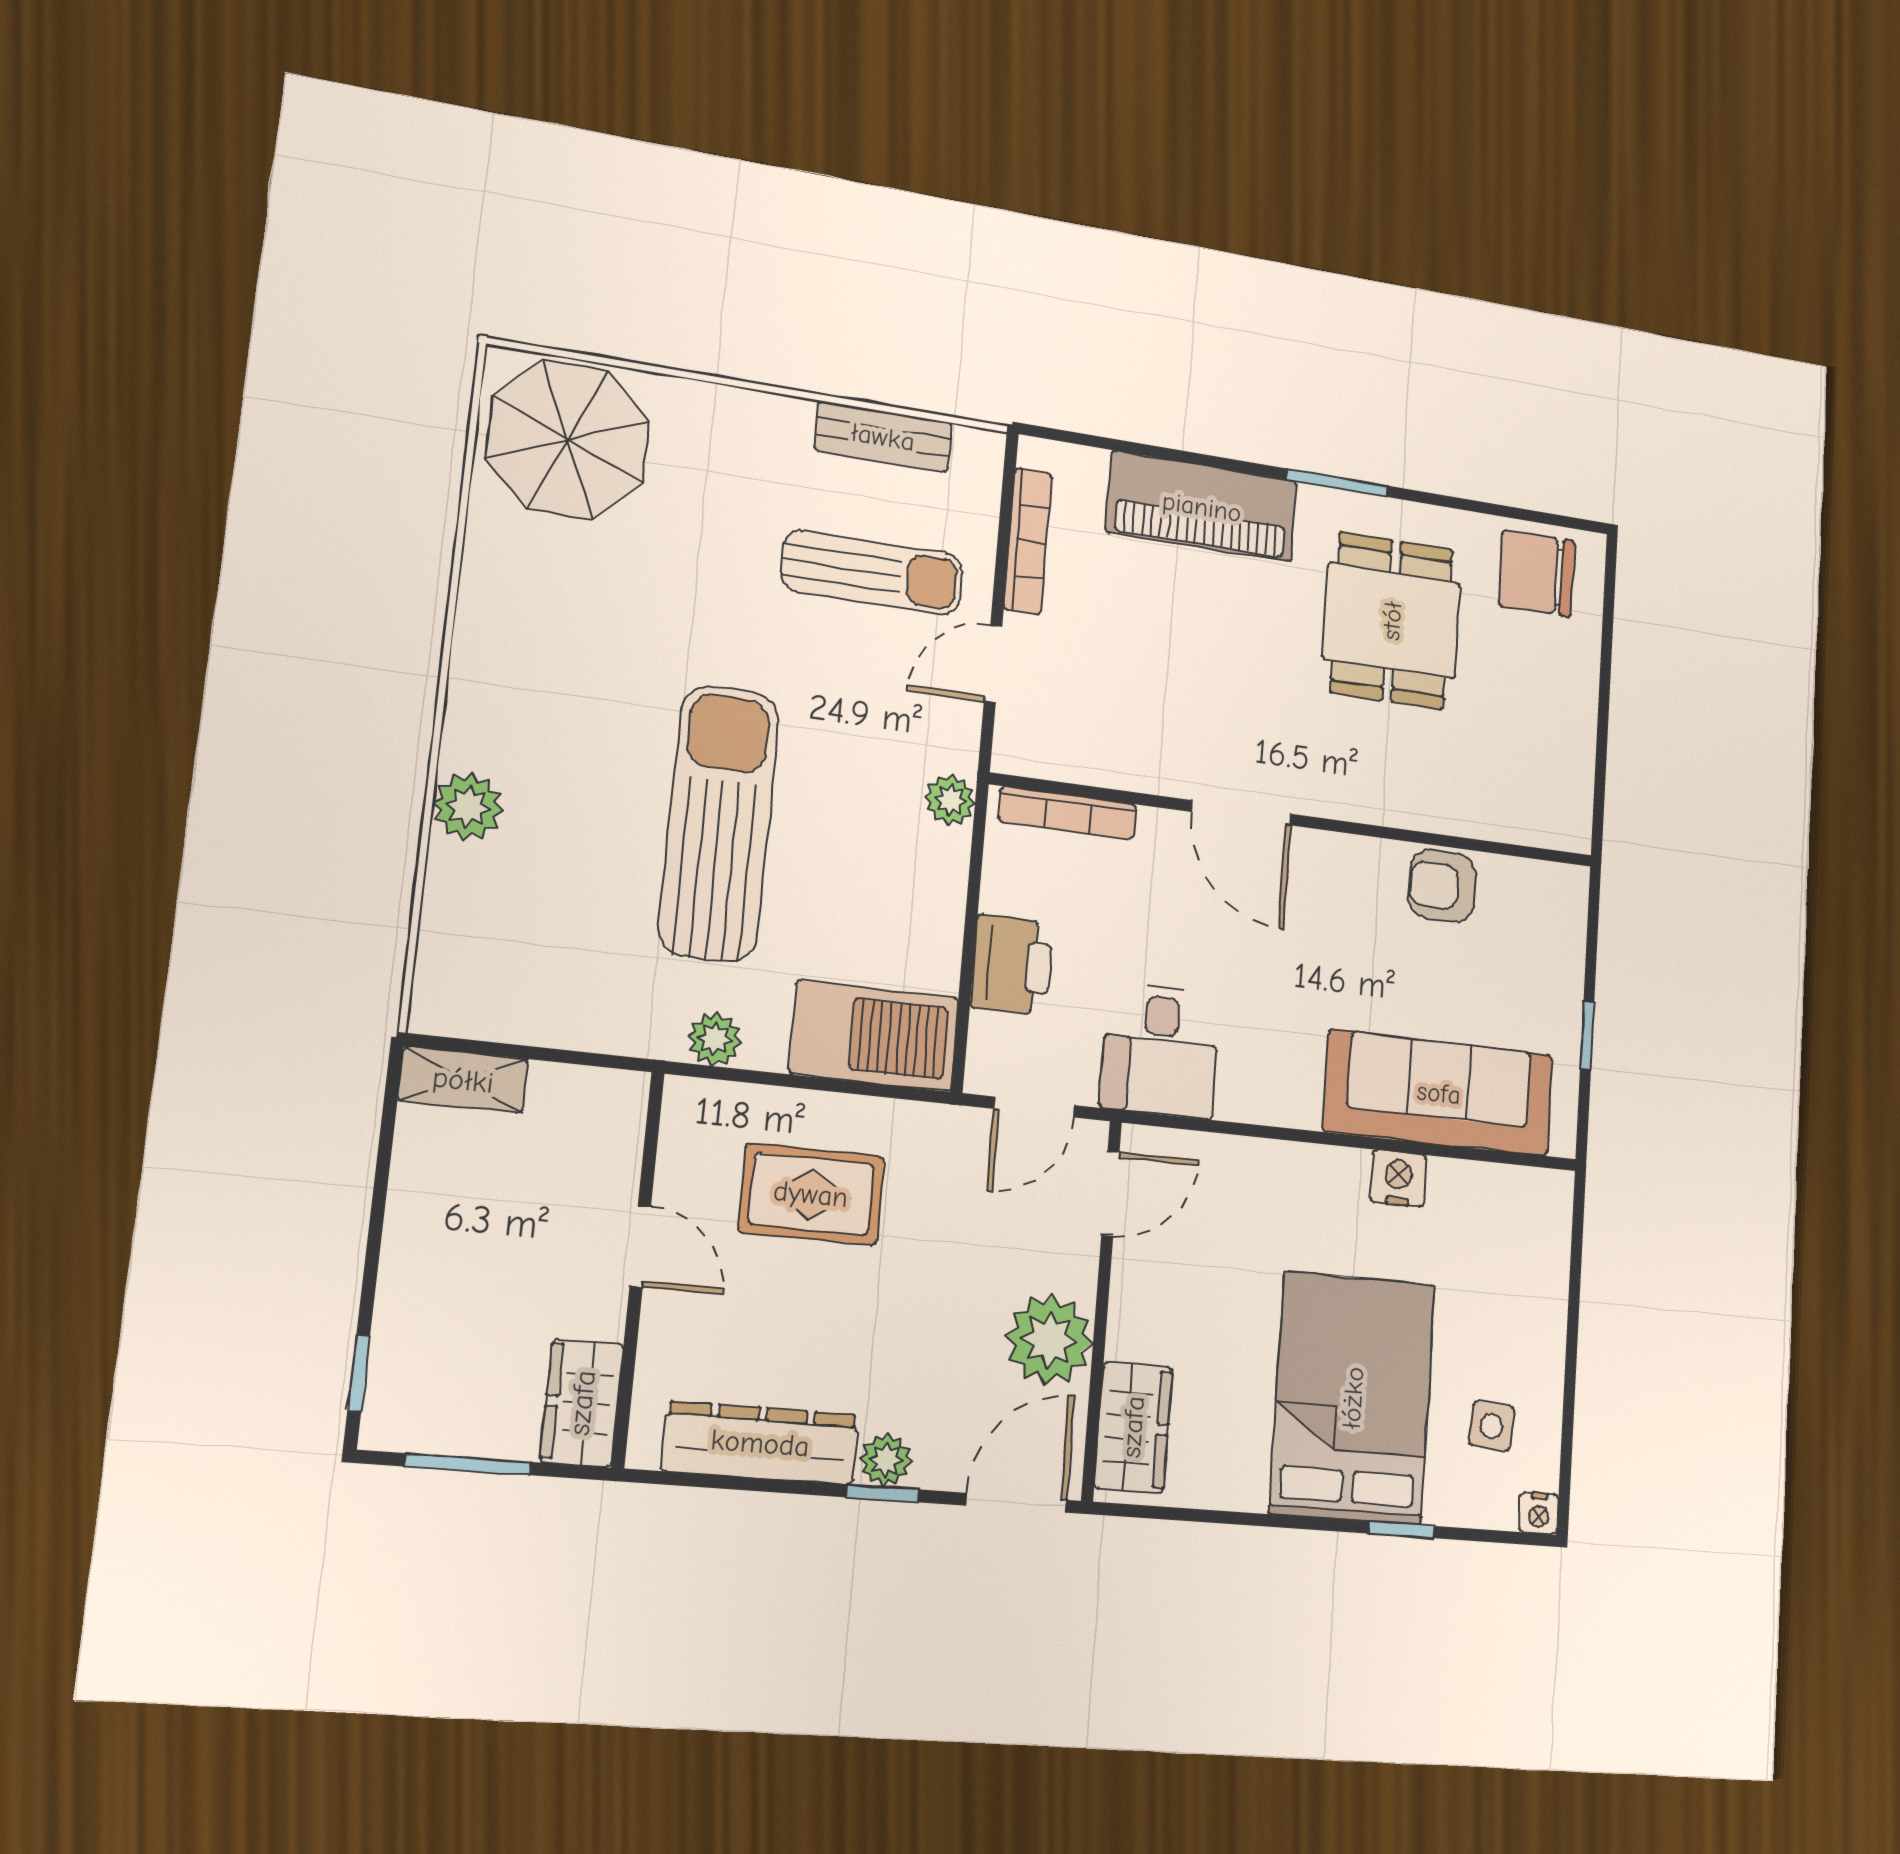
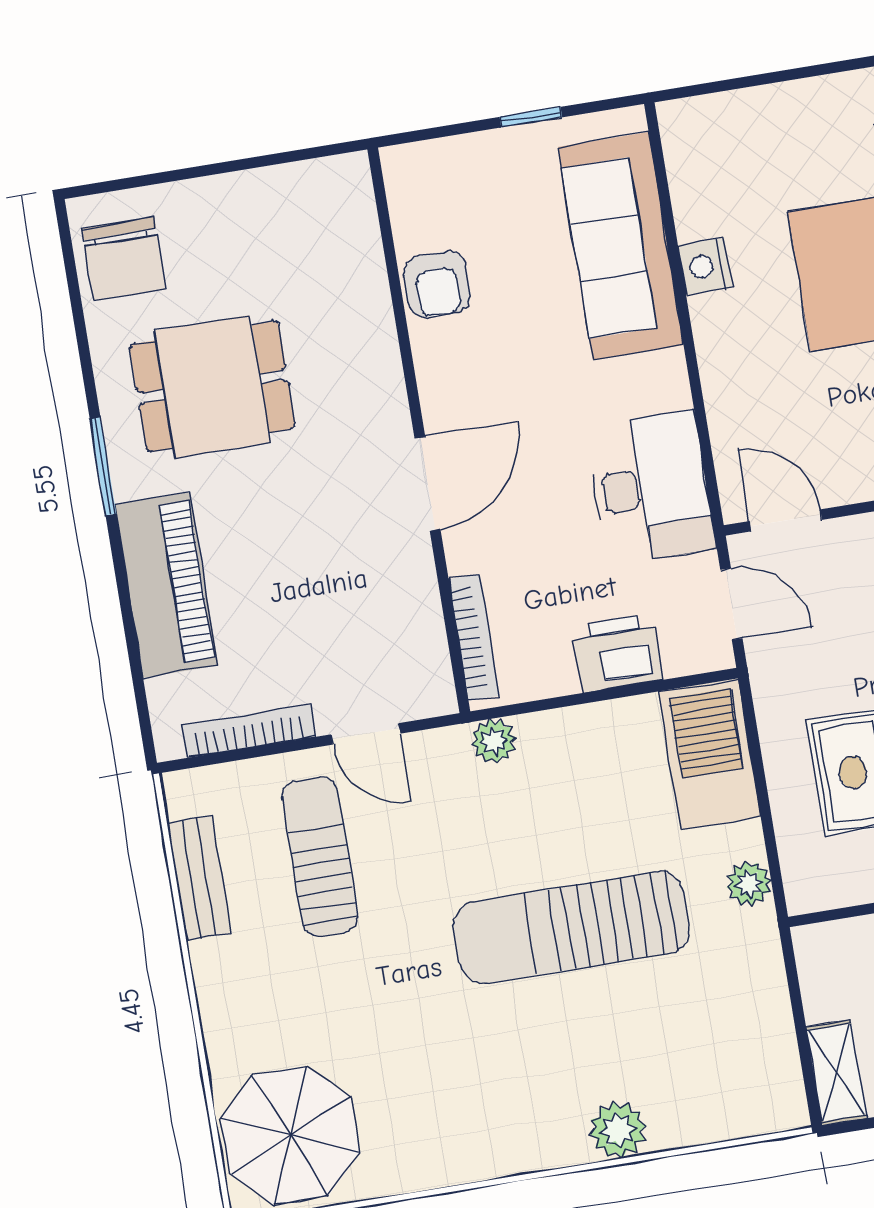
desk: (1160, 1050) -> (650, 487), width x1.37

